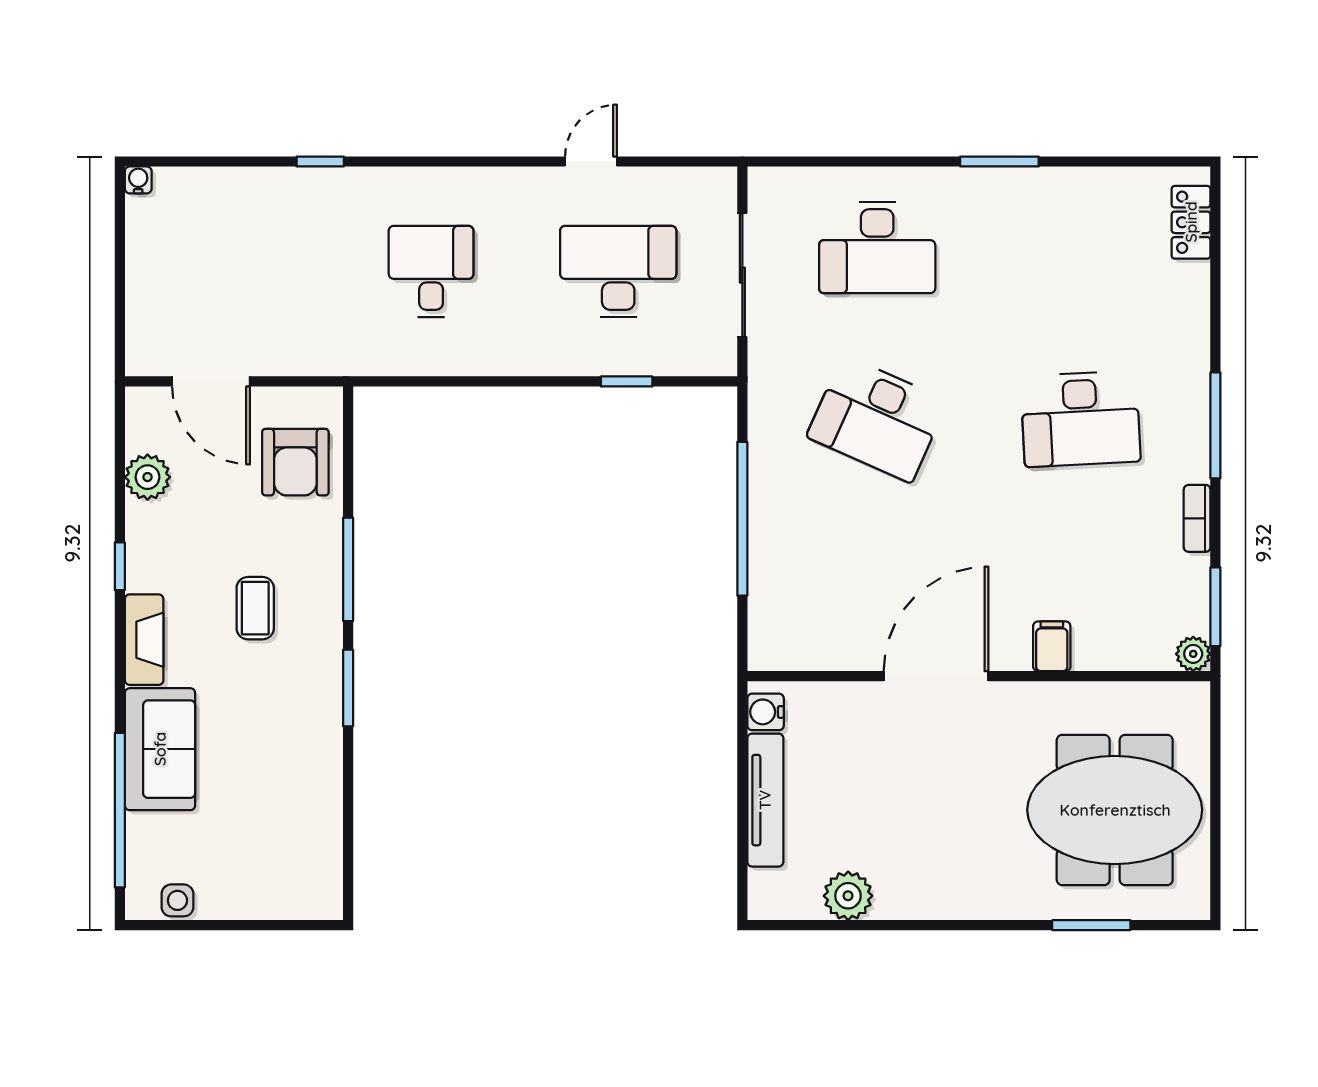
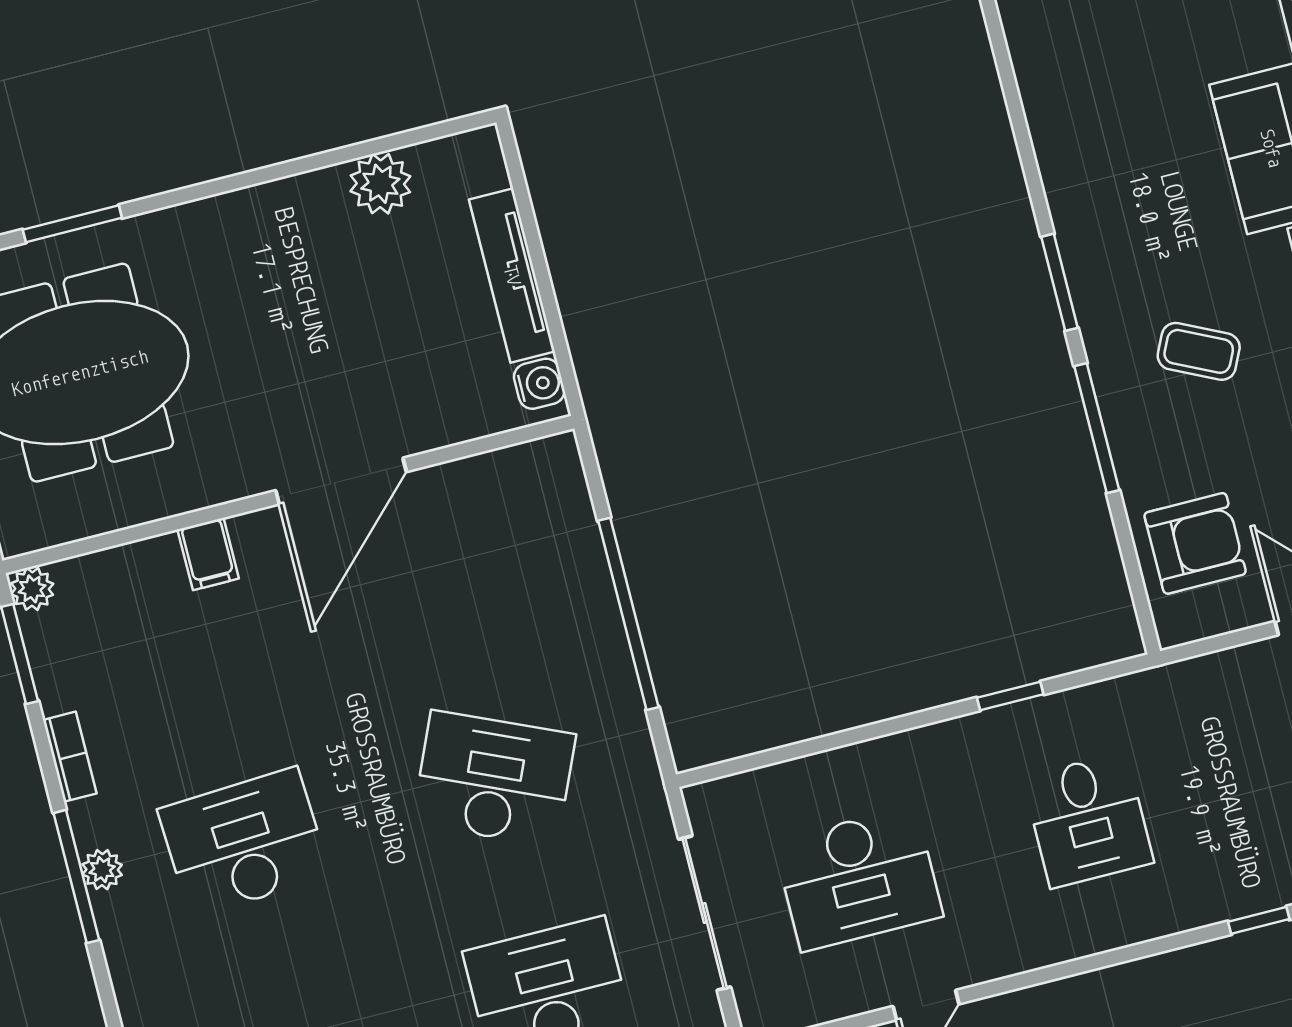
window: (627, 381) -> (1010, 696), moved
plant: (1194, 426) -> (102, 870), added
armchair: (295, 462) -> (1195, 543), turned 90
coffee table: (255, 608) -> (1199, 351), turned -64

